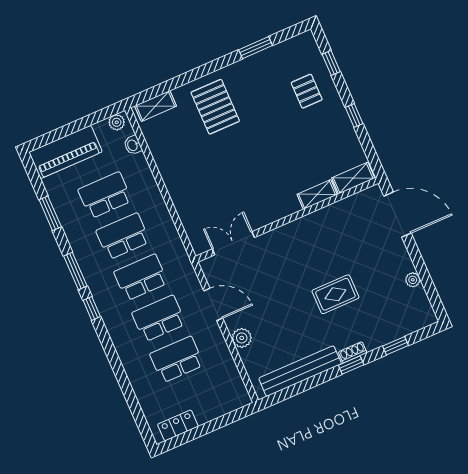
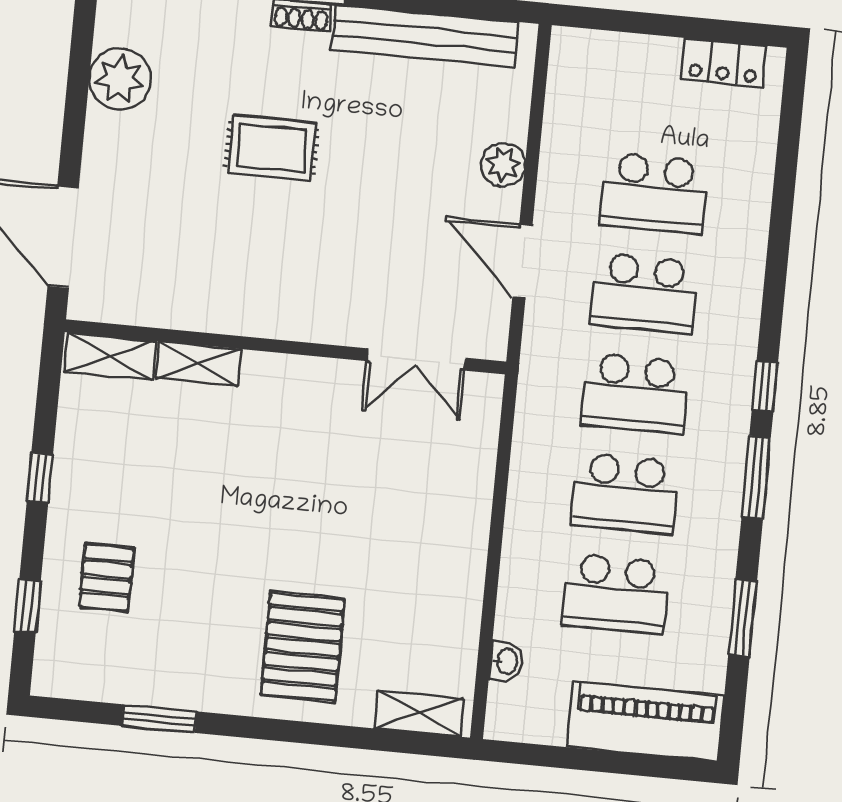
plant: (117, 122) -> (513, 724), removed
plant: (413, 280) -> (120, 79), width x1.88, depth x1.88

